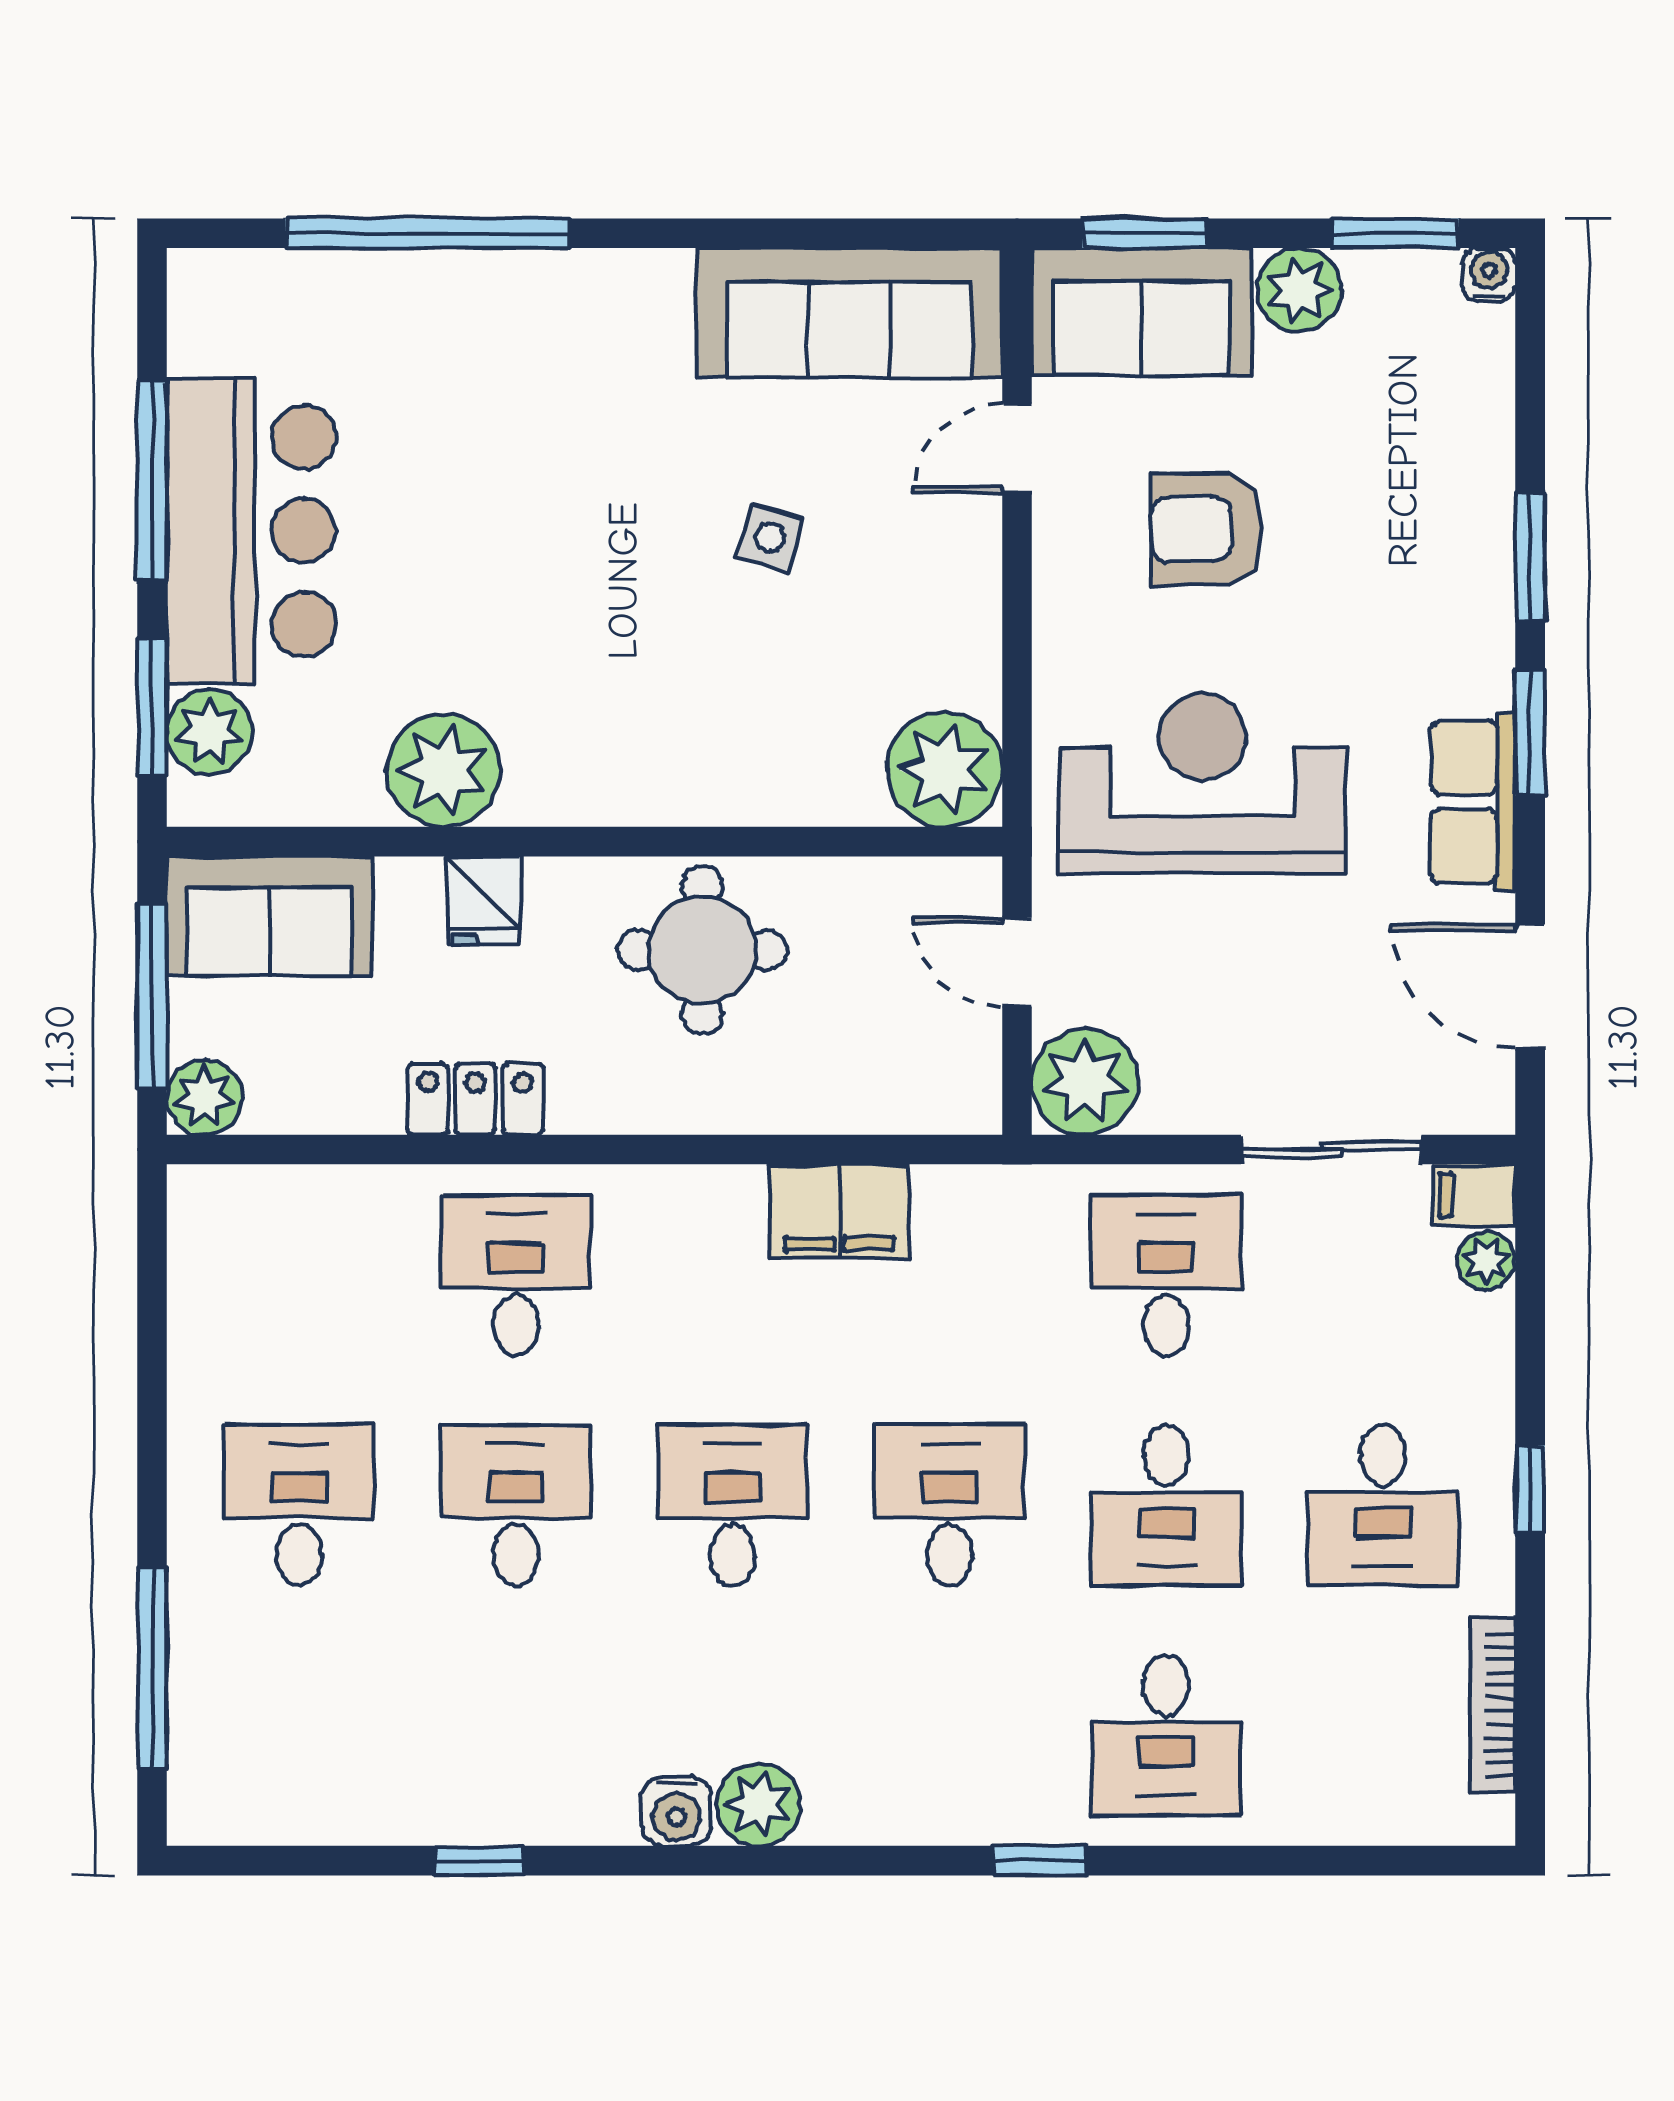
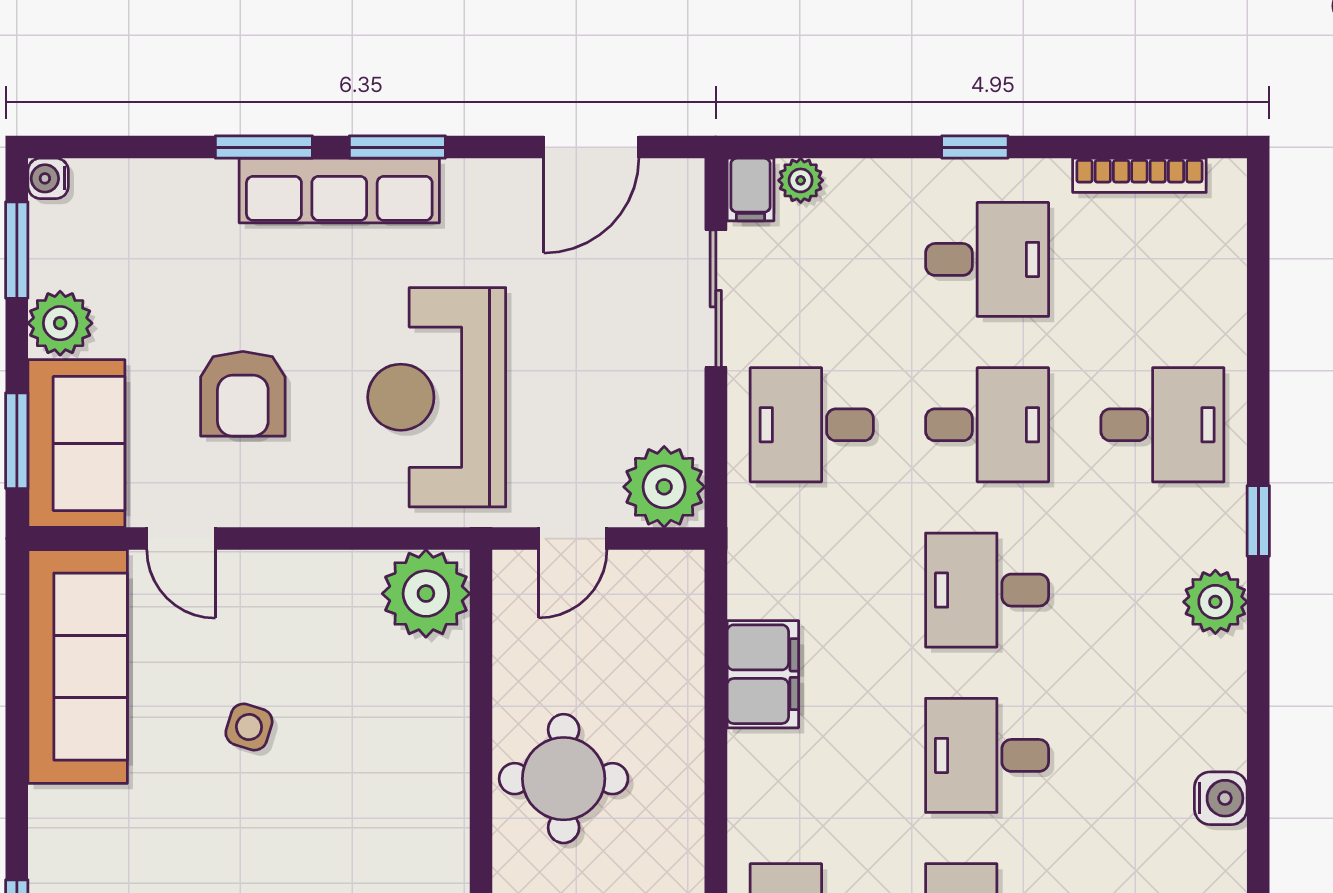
row of seats: (1473, 802) -> (339, 191), moved, width x1.48
plant: (759, 1804) -> (1215, 602), moved

